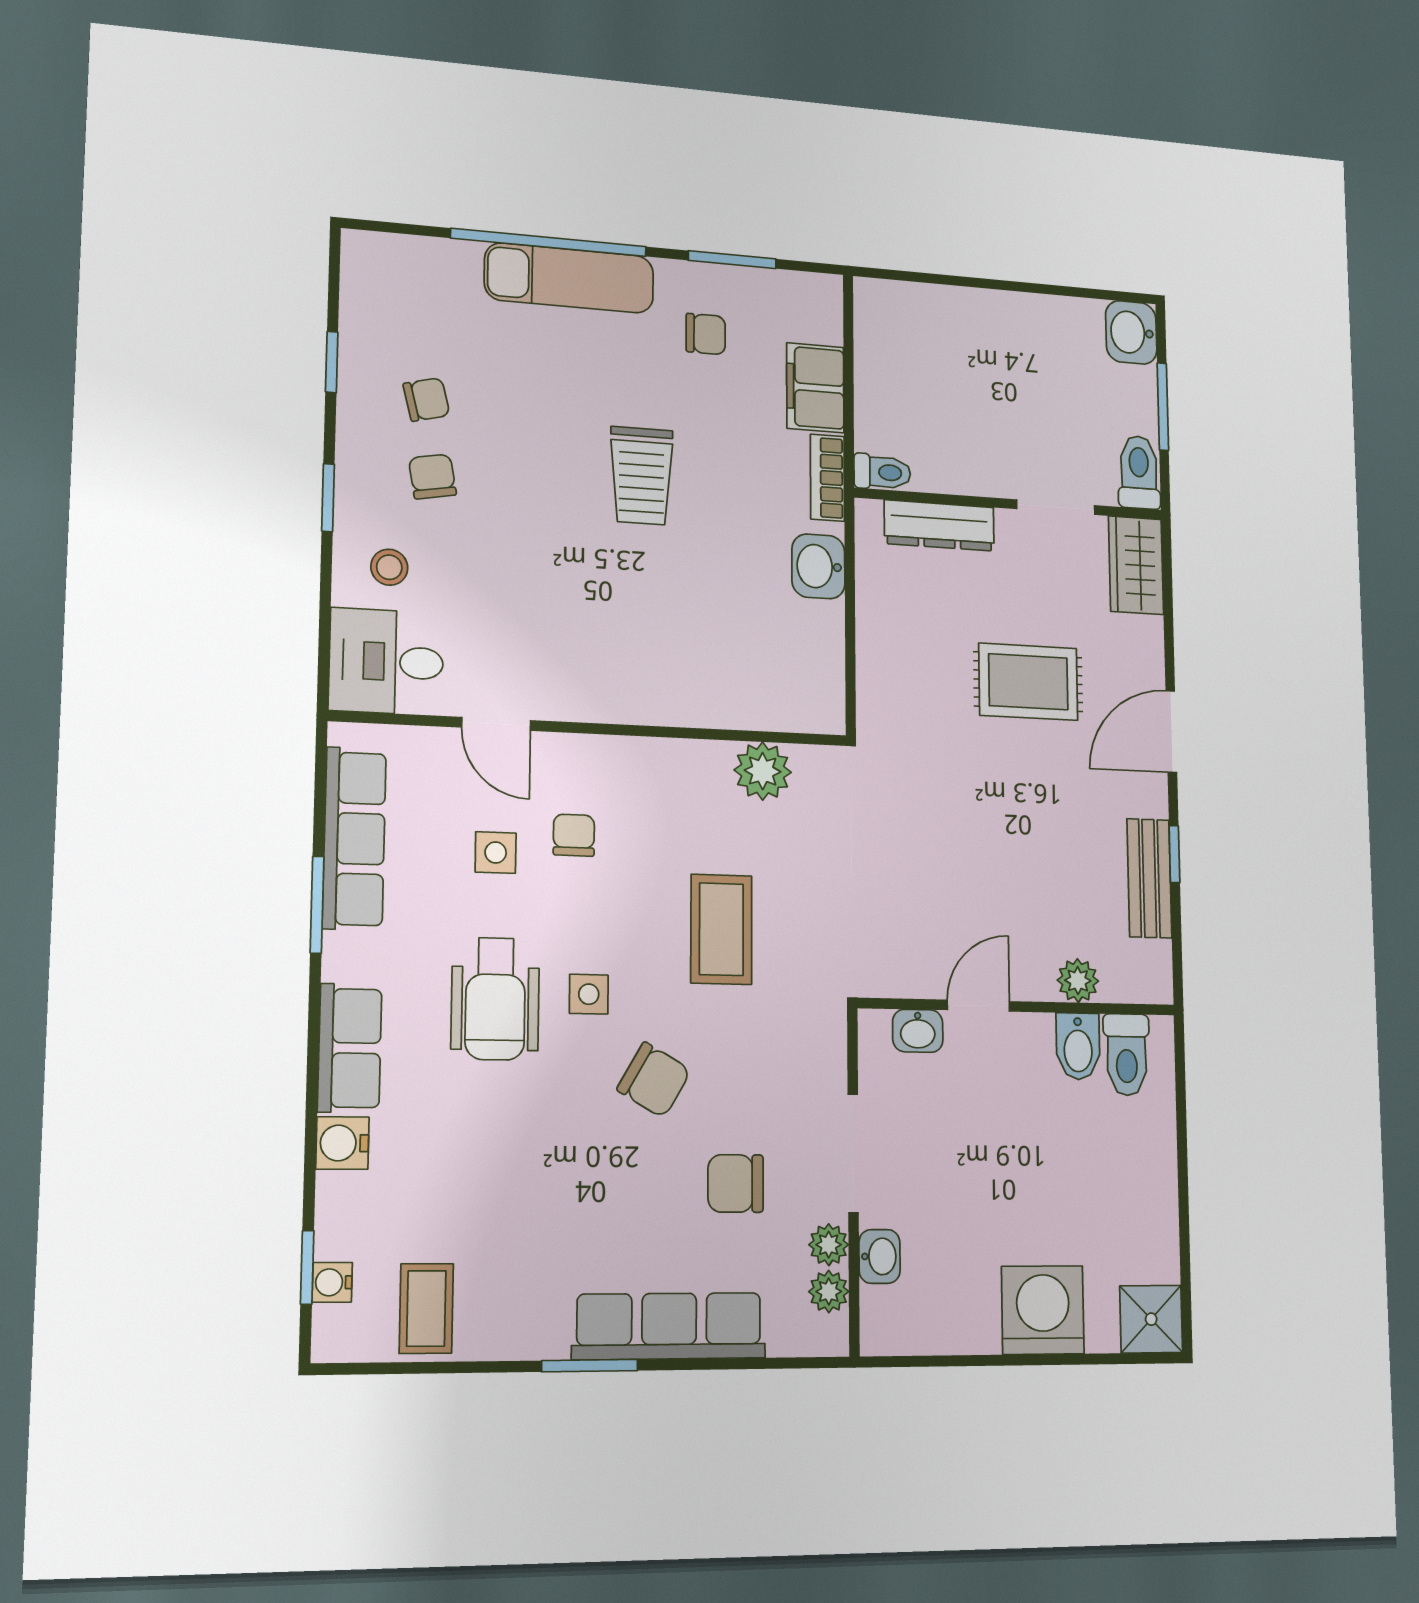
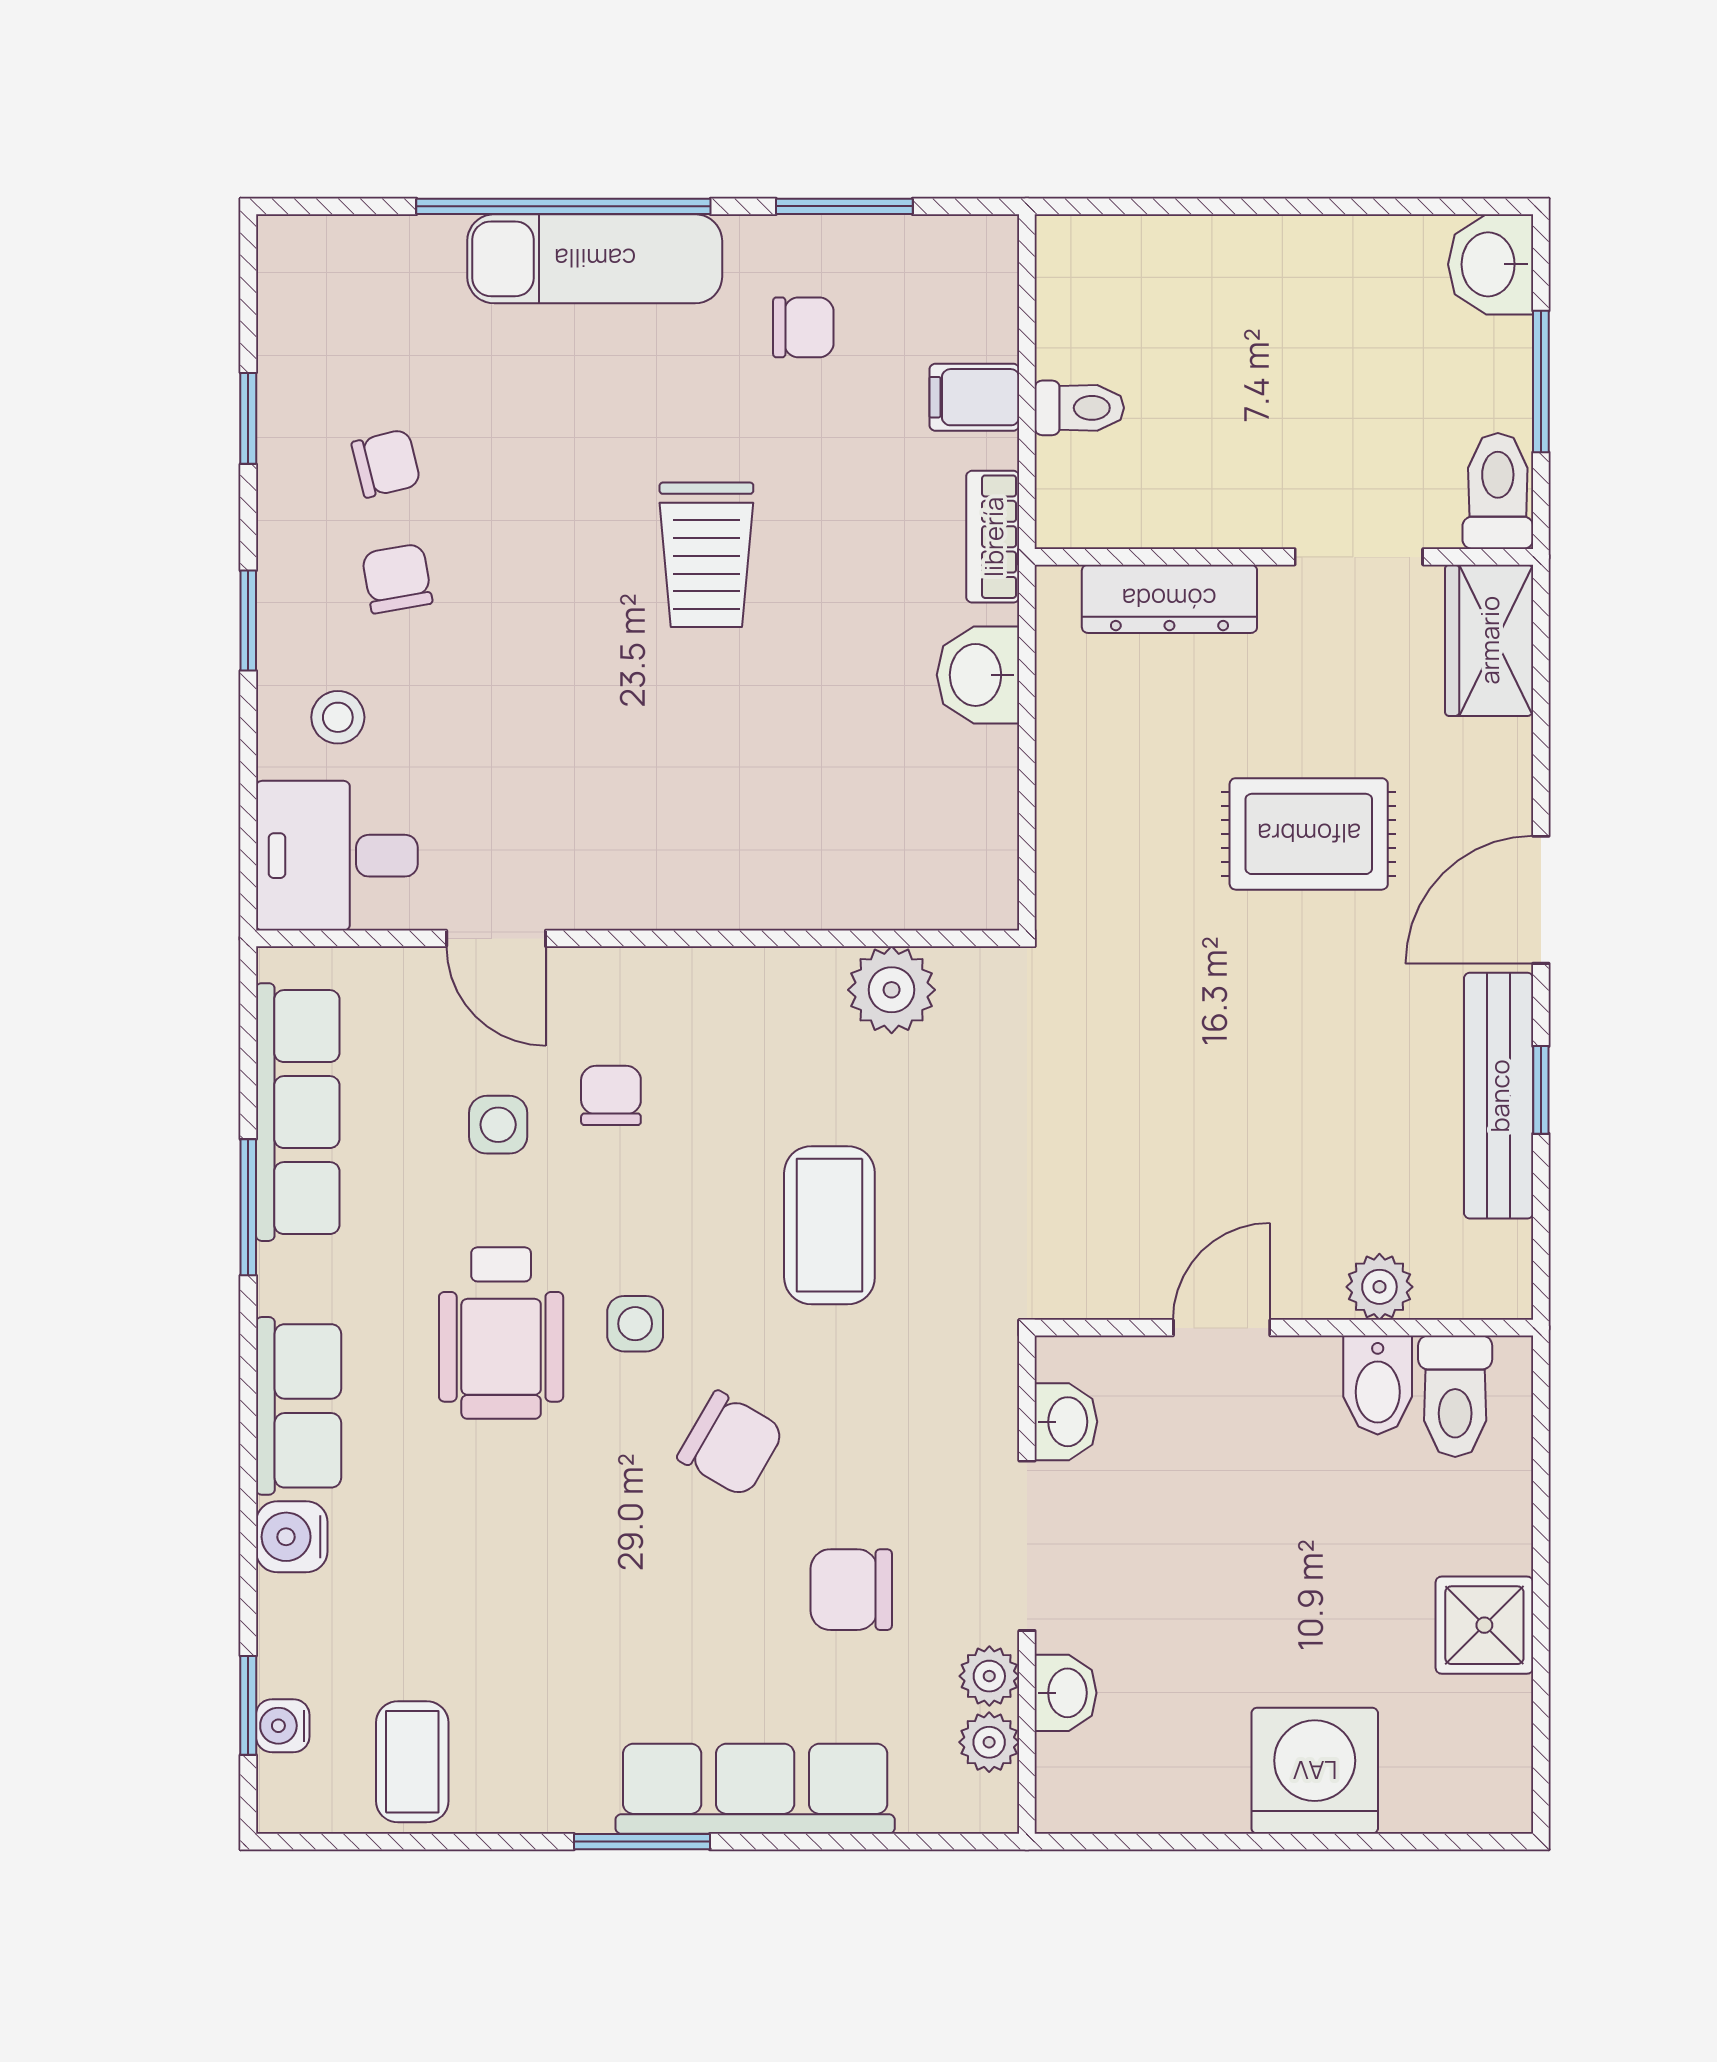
filing cabinet: (815, 388) -> (974, 397), width x0.50
toilet: (882, 472) -> (1079, 408), moved
bench: (1149, 878) -> (1499, 1096), width x1.36
washbasin: (918, 1031) -> (1066, 1422), moved, turned -90
shower: (1151, 1319) -> (1484, 1625), moved

